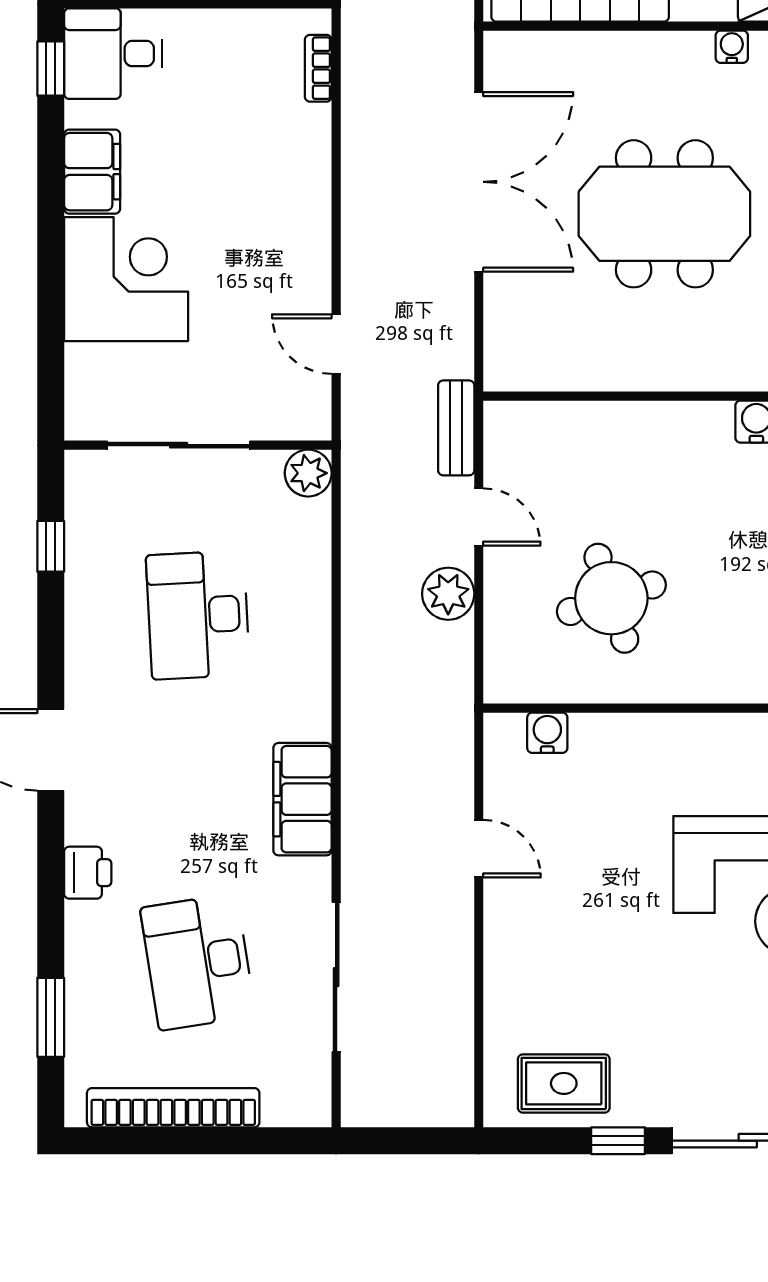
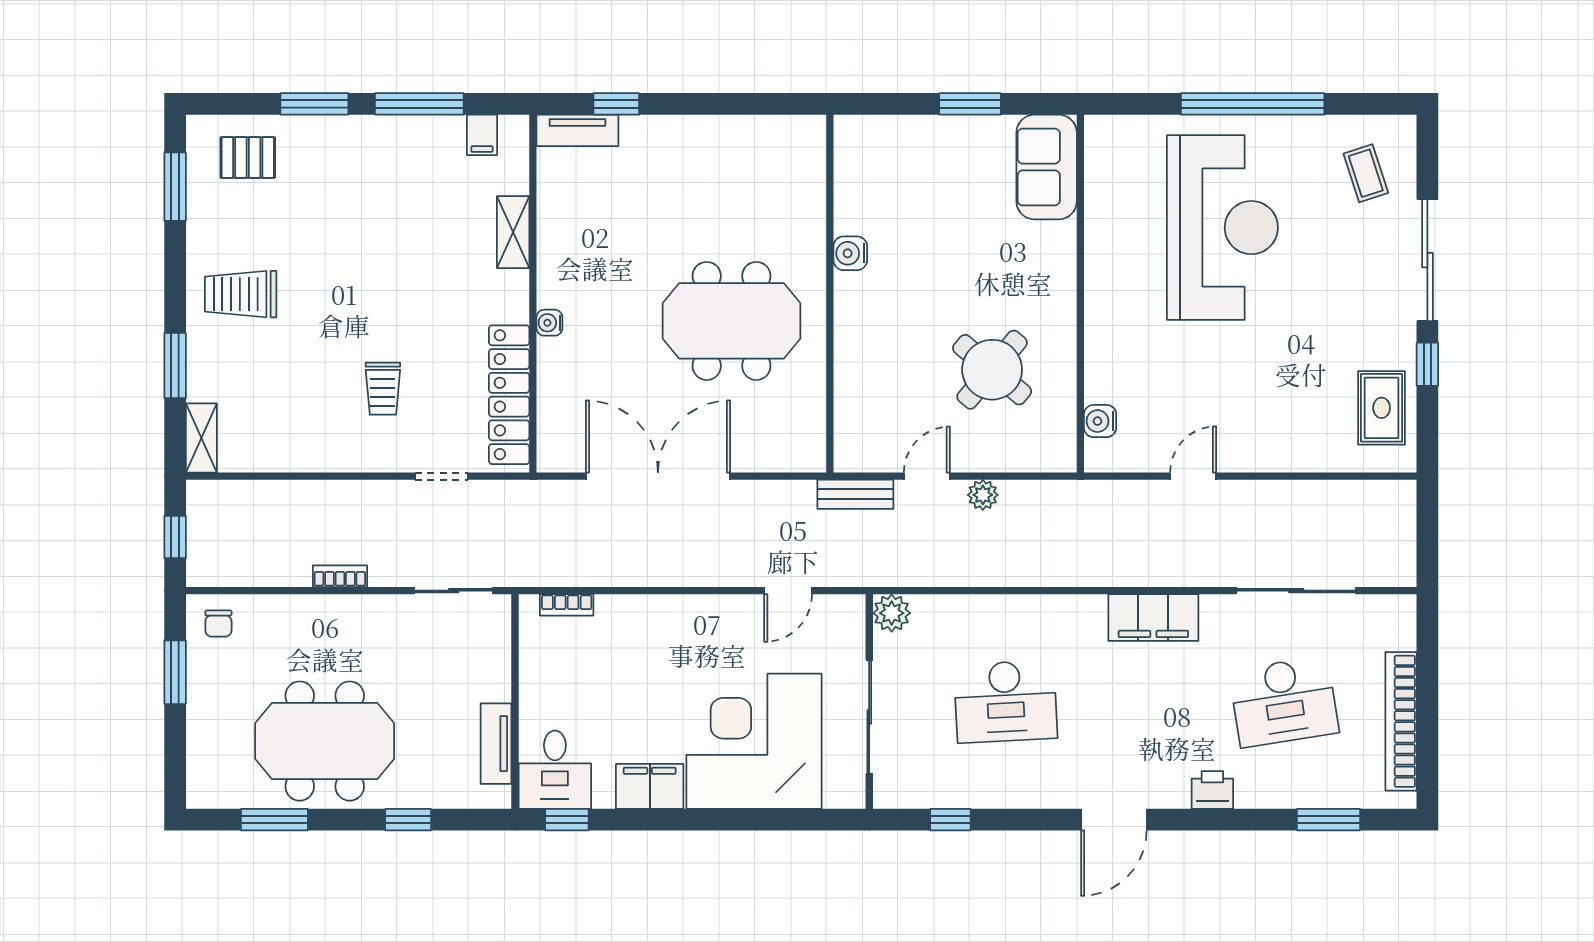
water cooler: (732, 47) -> (549, 323), moved
meeting table: (664, 214) -> (732, 321), moved, turned 90
corner desk: (126, 279) -> (754, 741), width x1.36, depth x1.36
plant: (448, 594) -> (983, 495), width x0.73, depth x0.73
round table: (611, 598) -> (992, 370), turned -32

